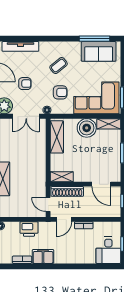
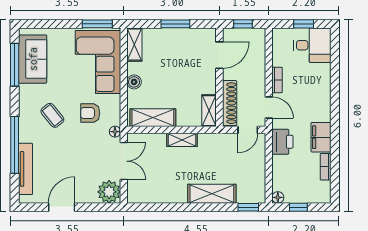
window: (38, 39) -> (15, 145), added
armchair: (25, 84) -> (78, 163), removed
armchair: (60, 92) -> (90, 113), turned -90
boiler: (87, 128) -> (134, 82), width x0.54, depth x0.54
shelving: (41, 158) -> (182, 140), added
printer: (29, 229) -> (282, 142), moved

